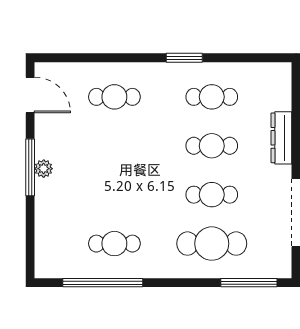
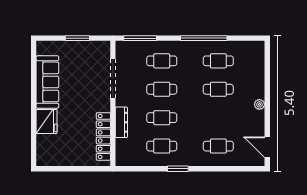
window: (30, 167) -> (267, 105), removed
cafe table: (114, 195) -> (218, 89), added
cafe table: (212, 244) -> (162, 61), width x0.73, depth x0.74
window: (103, 283) -> (204, 38), moved

